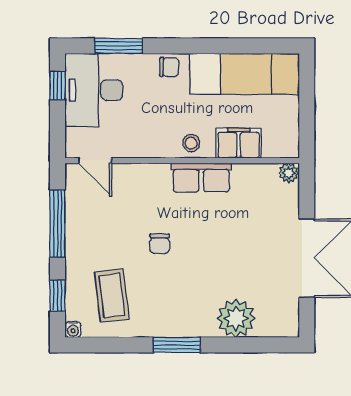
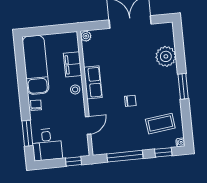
window: (58, 85) -> (73, 161), moved
desk: (94, 90) -> (47, 145), width x0.73
door: (95, 161) -> (88, 125), moved

